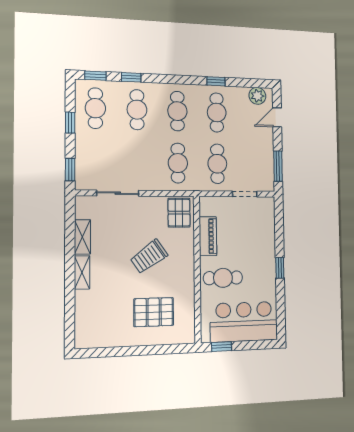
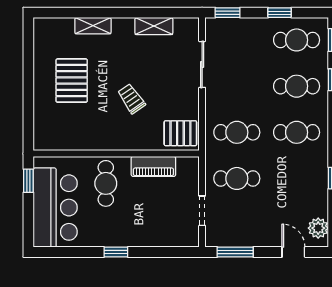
cafe table: (217, 113) -> (297, 178), removed
trolley: (149, 256) -> (131, 99), width x0.73, depth x0.72
shelving: (82, 272) -> (93, 26), moved
pallet: (154, 312) -> (72, 81), moved

